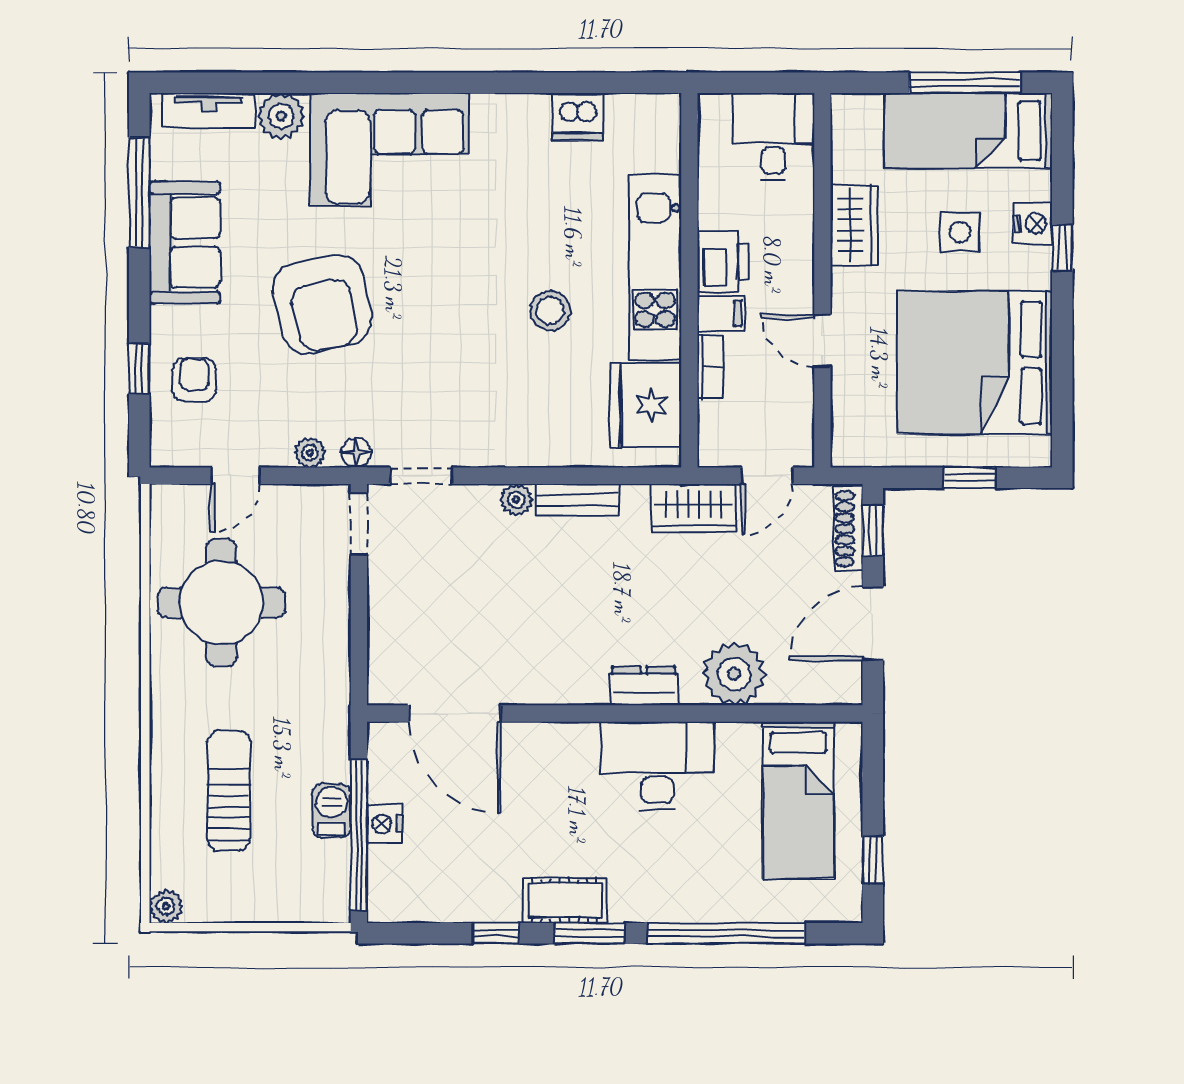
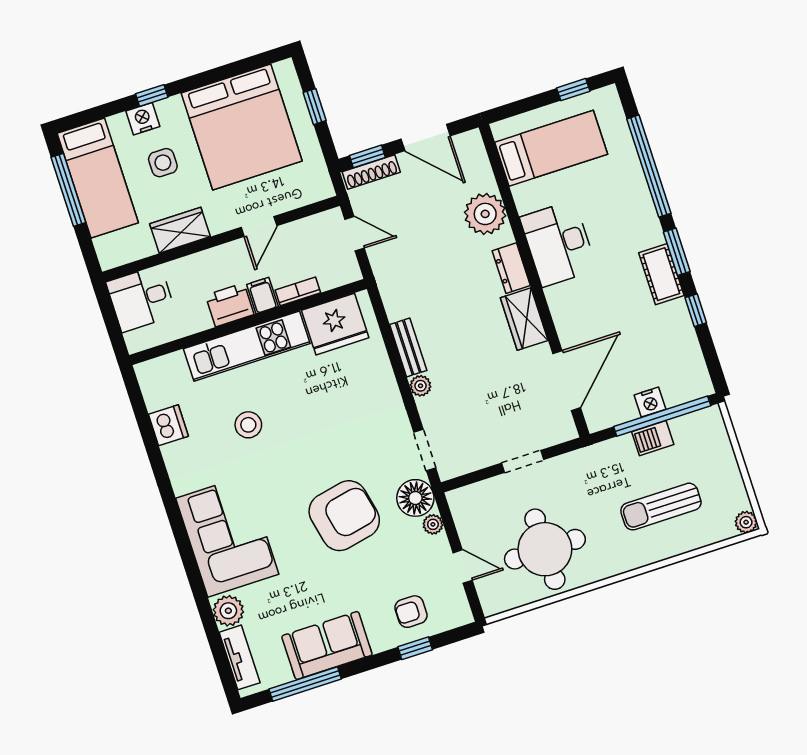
armchair: (322, 304) -> (344, 516), moved
stool: (550, 311) -> (248, 425), moved
floor lamp: (356, 453) -> (415, 498), width x1.89, depth x1.89
wardrobe: (693, 508) -> (524, 319), moved, turned 180
doorway: (359, 524) -> (523, 461), moved

